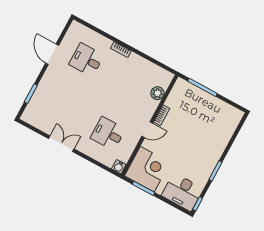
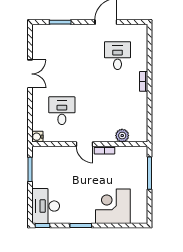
corner desk: (147, 169) -> (113, 206), moved, turned 180

